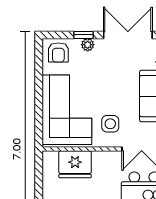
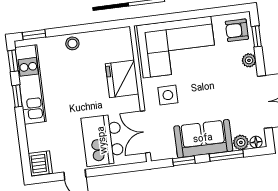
window: (84, 35) -> (257, 36), moved
fridge: (75, 164) -> (122, 79), moved

